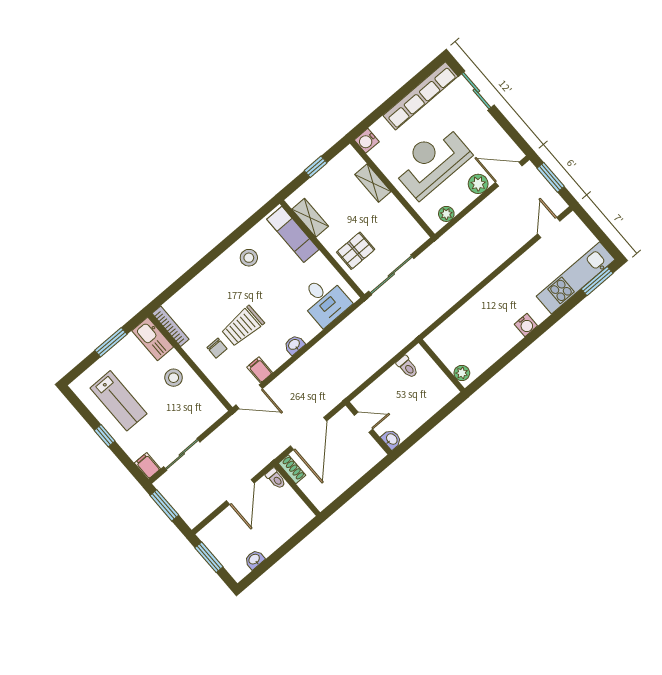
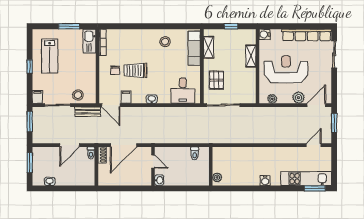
door: (509, 174) -> (316, 105), hinge flipped
pallet: (356, 251) -> (216, 80), turned 90
stool: (174, 378) -> (78, 95), moved
bench: (227, 430) -> (88, 112), added

